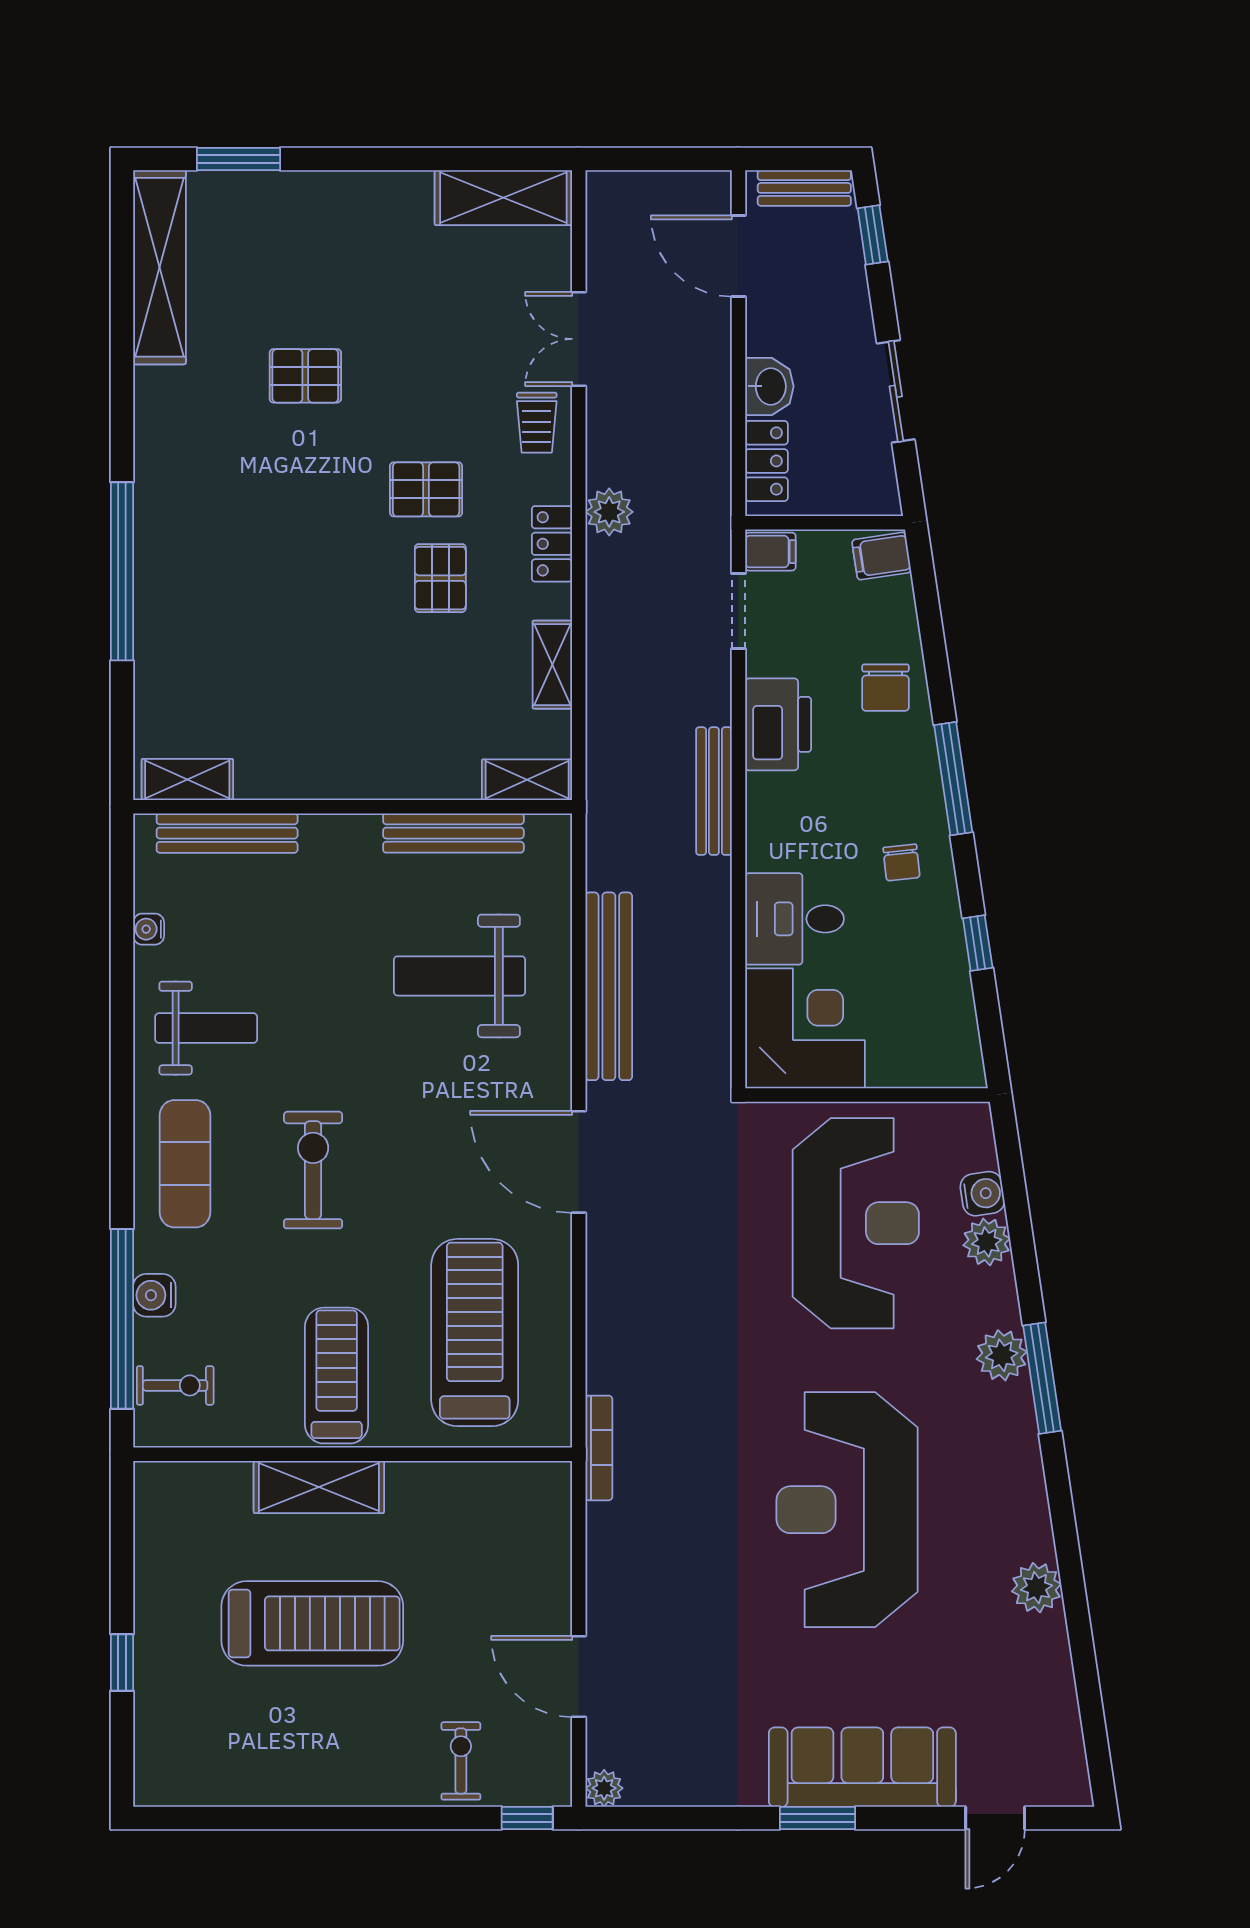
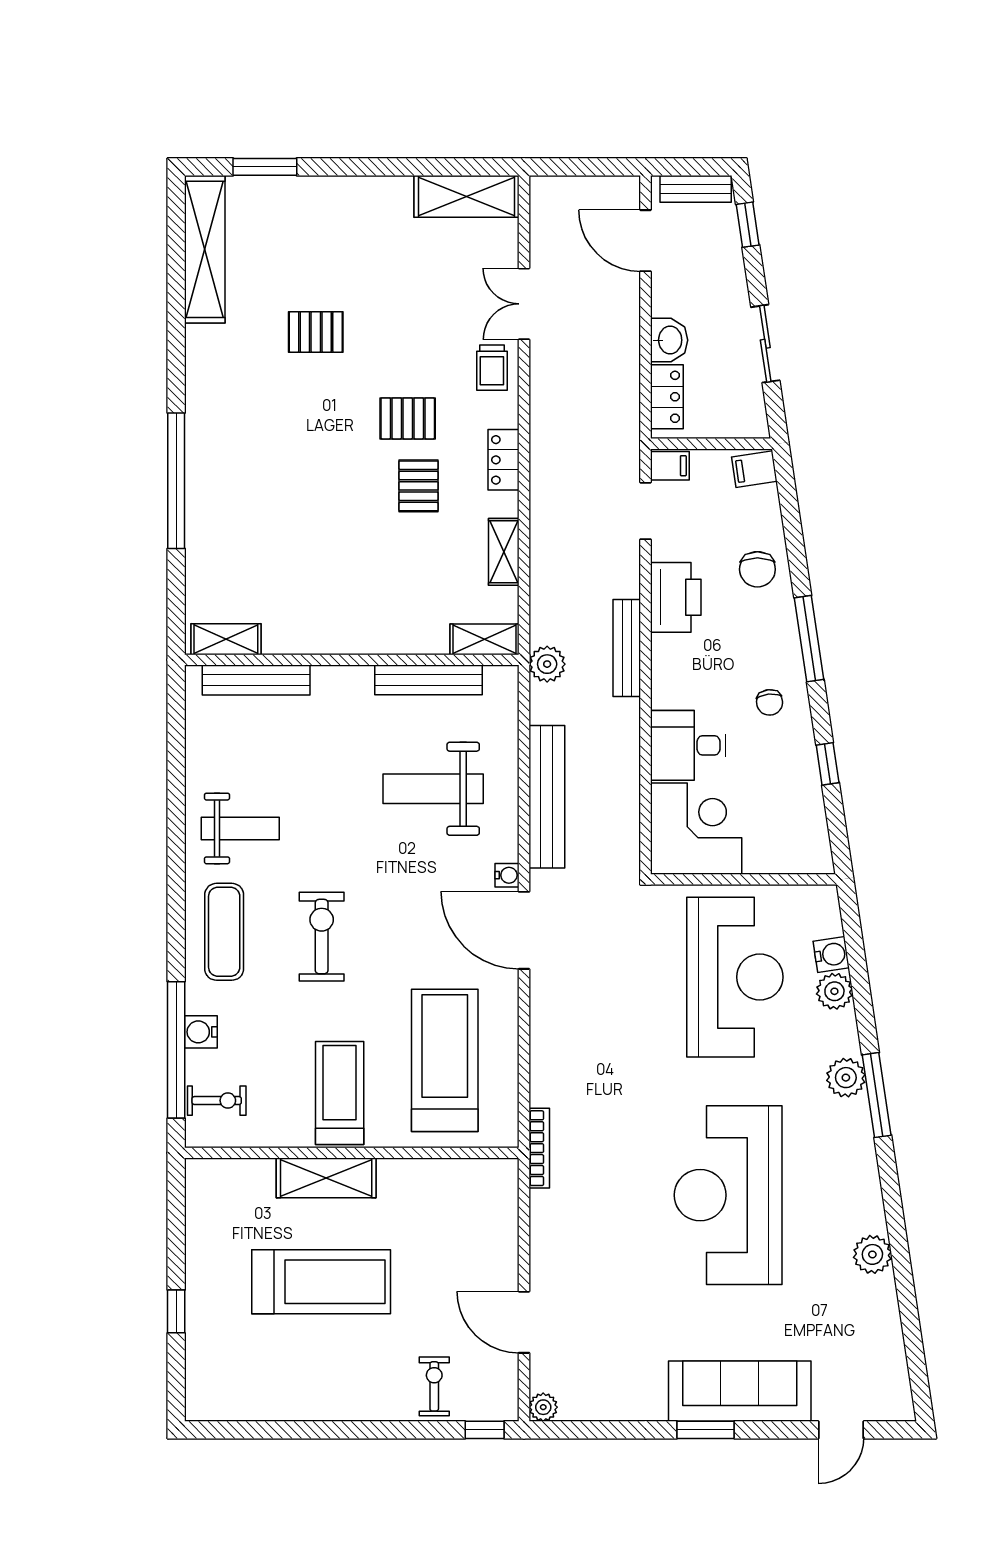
plant: (609, 512) -> (547, 664), moved
water cooler: (149, 929) -> (507, 875), moved, turned 180

